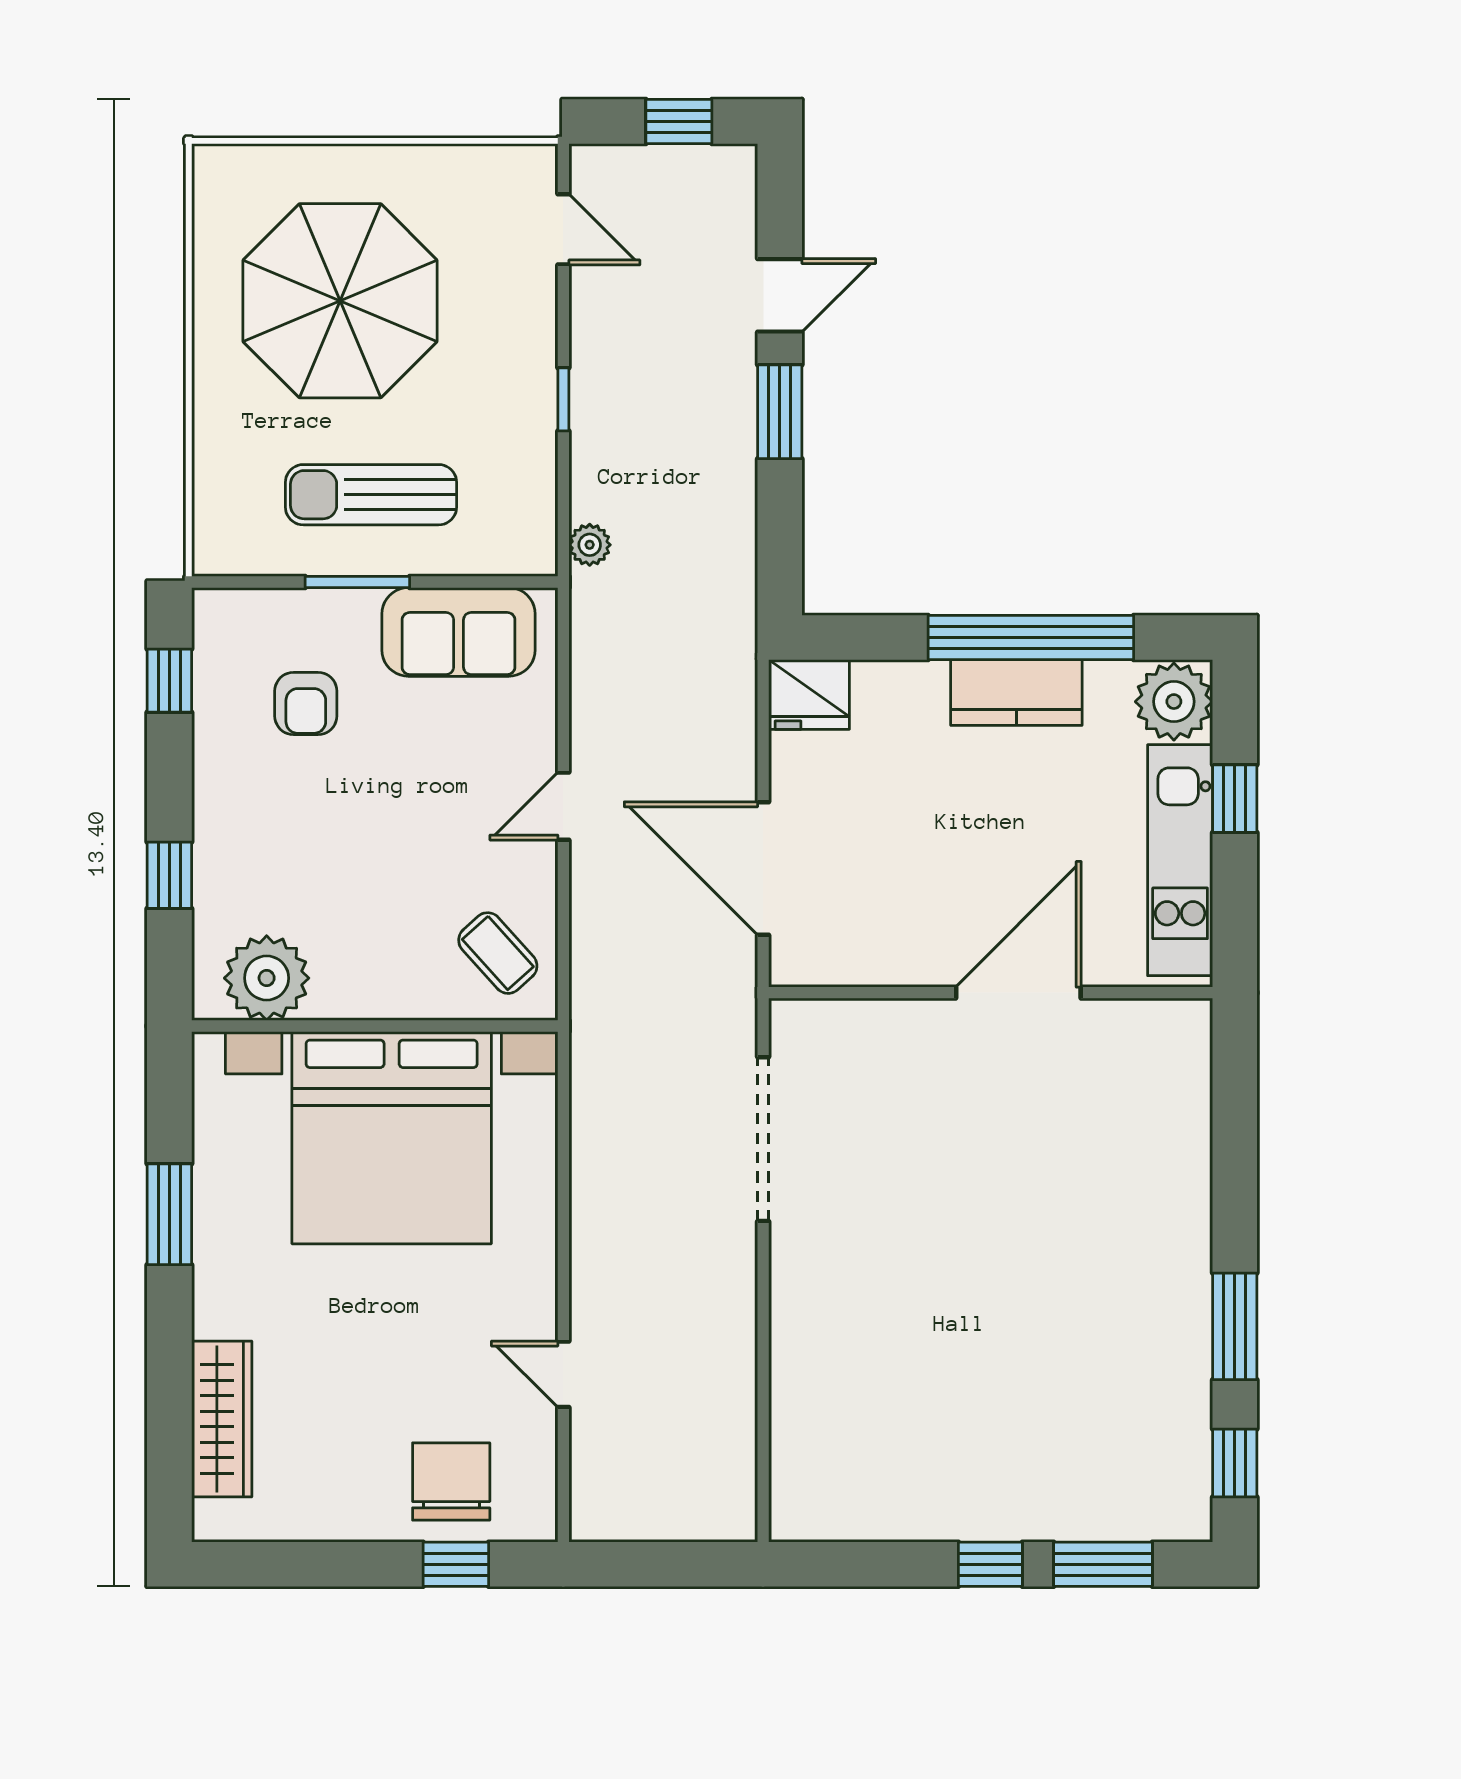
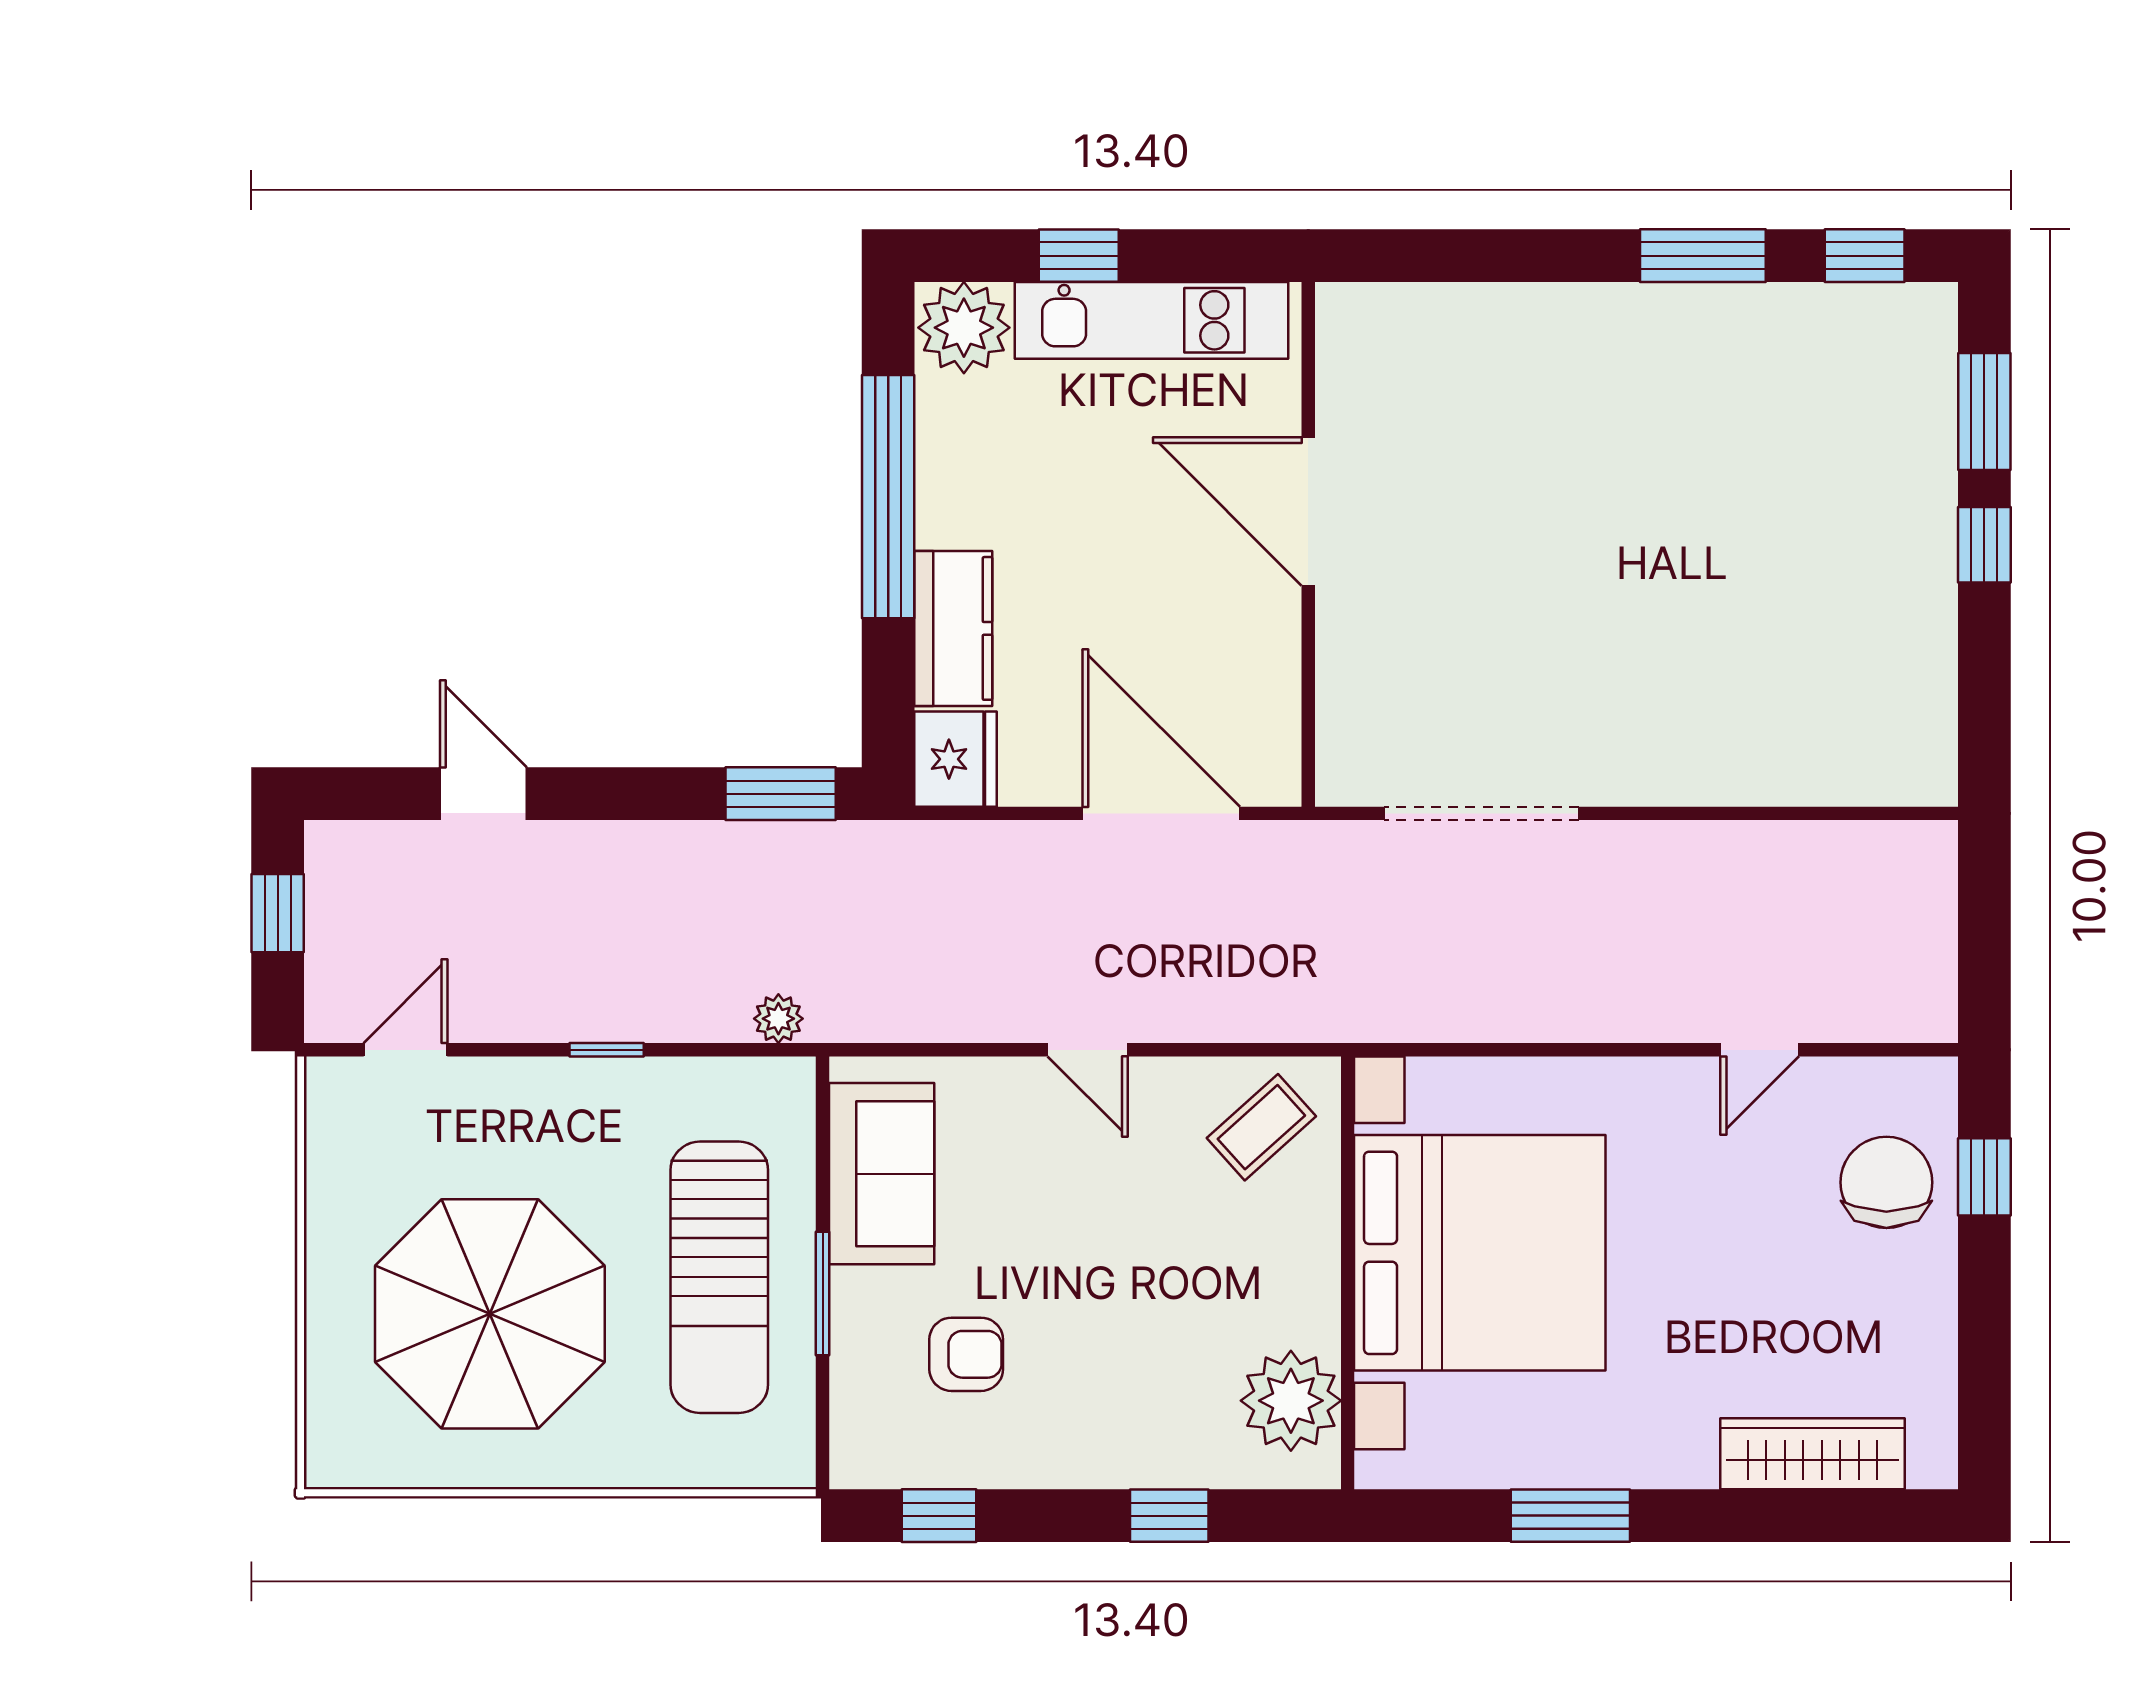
window: (780, 412) -> (781, 794), moved
sun lounger: (371, 495) -> (719, 1277), width x1.36, depth x1.34
kitchen counter: (1016, 693) -> (953, 628), moved
door: (763, 868) -> (1161, 813), swing flipped
chair: (451, 1481) -> (1886, 1182), turned 90

